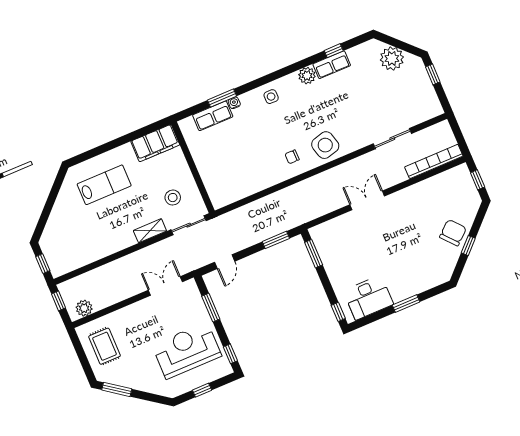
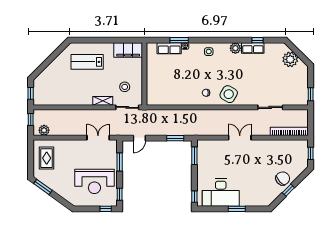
window: (433, 74) -> (311, 94), moved
side table: (325, 145) -> (229, 94), turned 45
lab bench: (104, 185) -> (87, 62), turned 180
desk: (368, 298) -> (221, 193), width x1.36, depth x1.30
reception desk: (187, 350) -> (94, 181), turned 180
window: (202, 390) -> (106, 209), moved

